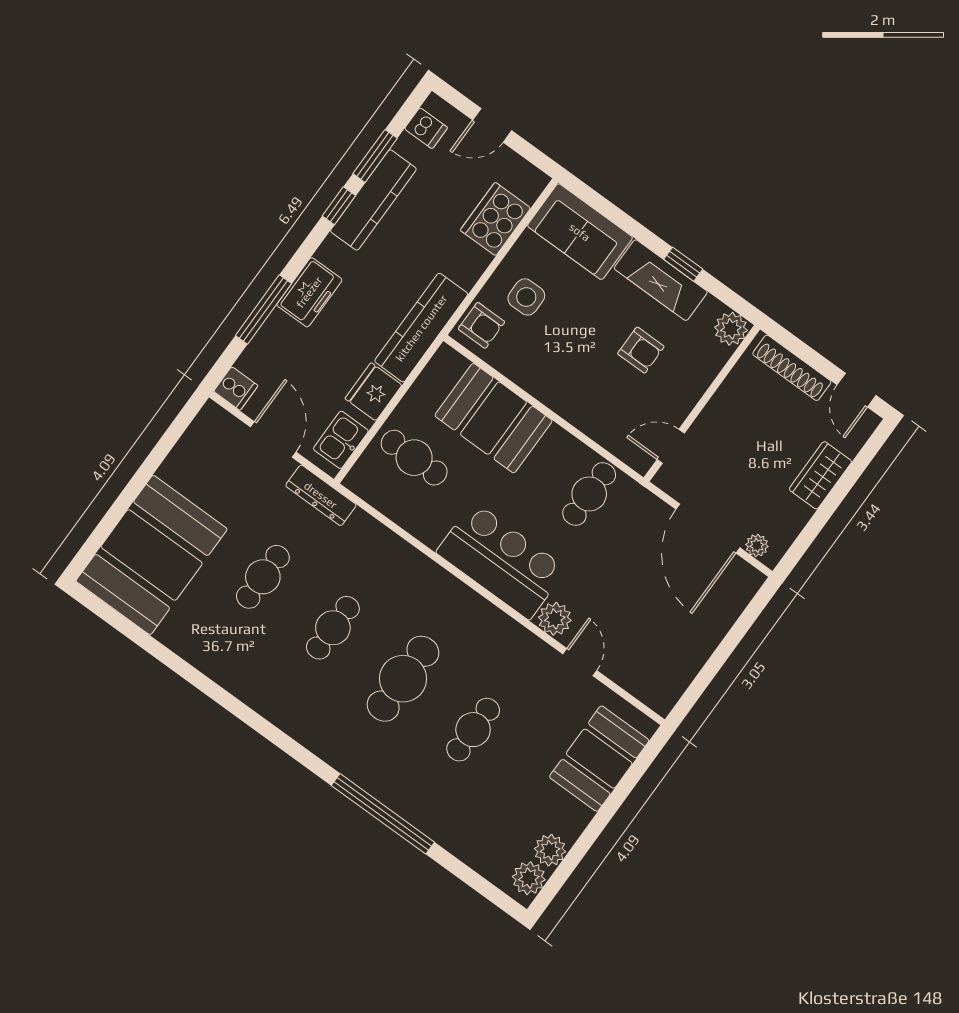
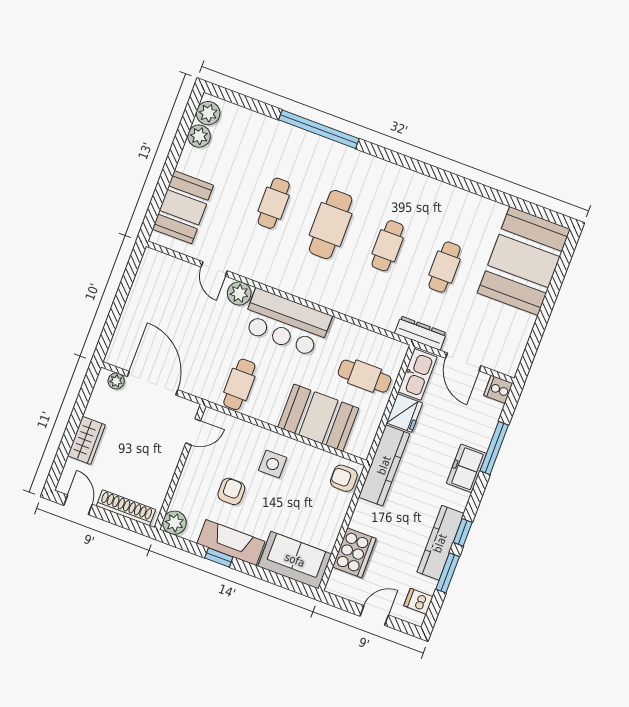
side table: (526, 297) -> (273, 464), moved
armchair: (641, 350) -> (231, 491), turned 90
kitchen sink: (341, 440) -> (417, 374), width x1.38

